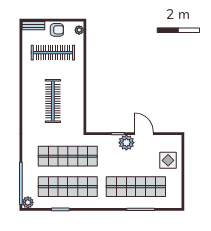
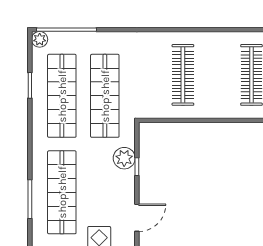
clothes rail: (53, 101) -> (183, 75), turned 90
door: (144, 134) -> (137, 218), moved
plant: (126, 143) -> (124, 158), moved

